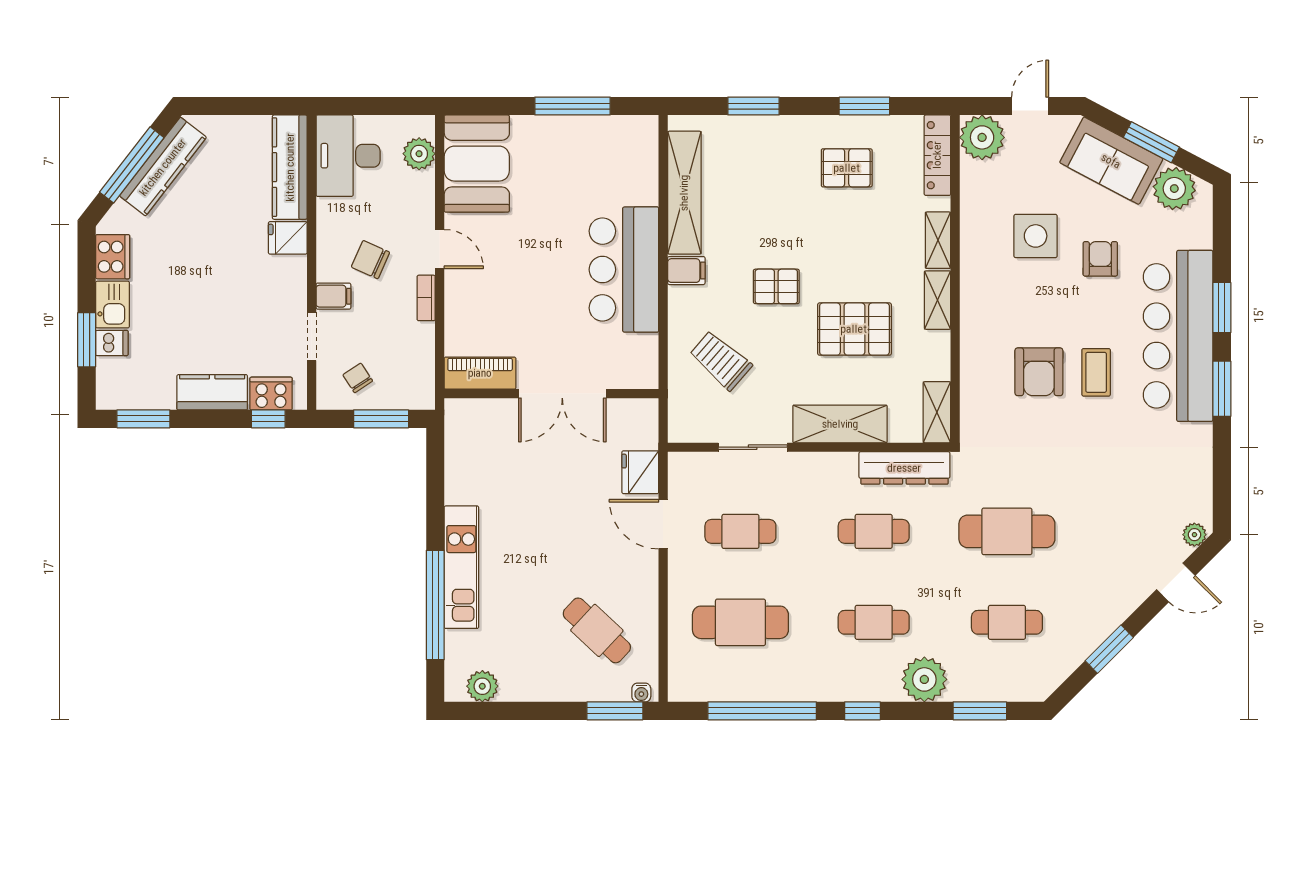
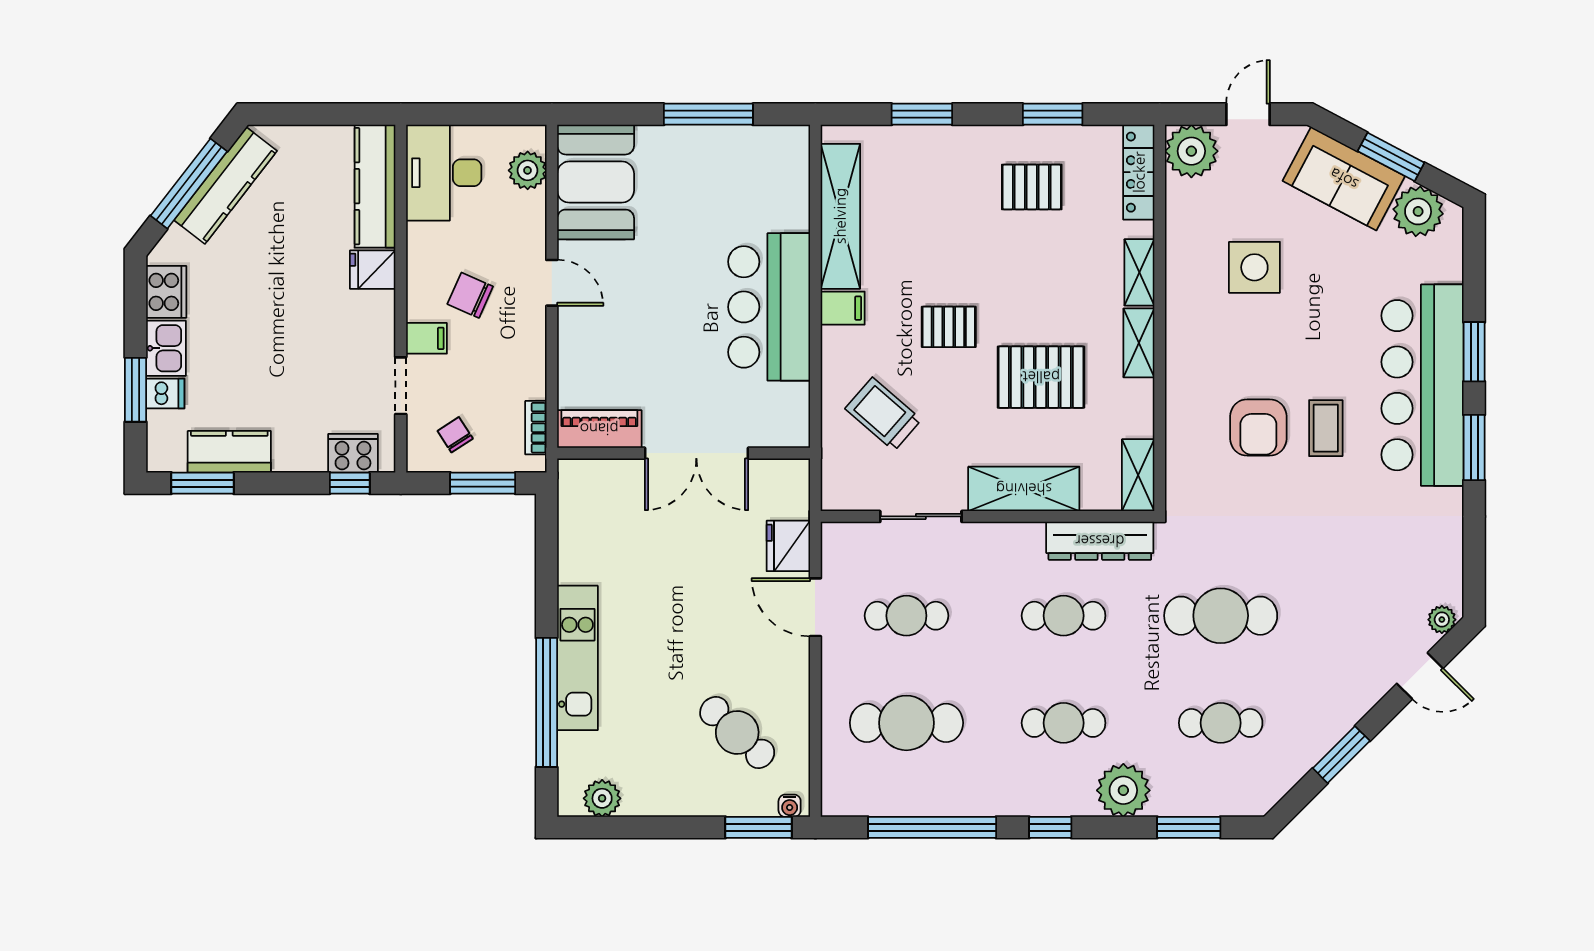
armchair: (1100, 259) -> (1331, 294), removed
bookcase: (426, 298) -> (536, 428), moved
kitchen counter: (212, 392) -> (229, 452), moved

